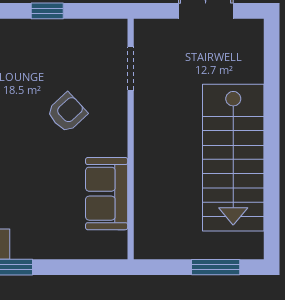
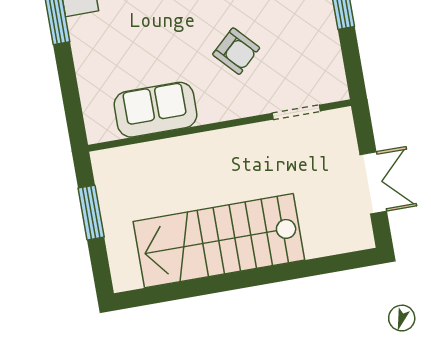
window: (216, 267) -> (91, 213), moved

